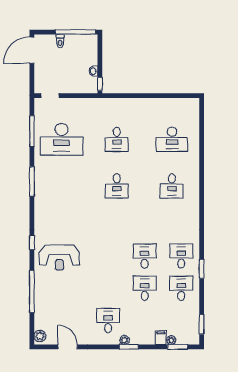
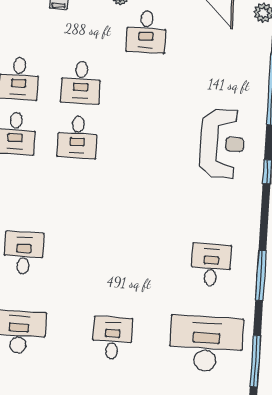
desk: (117, 186) -> (211, 265), moved
reception desk: (59, 258) -> (222, 144), turned 90

